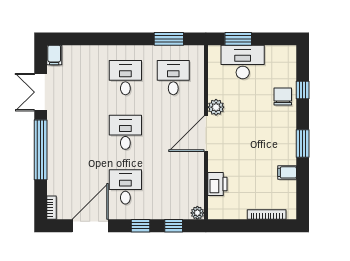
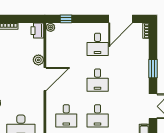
plant: (216, 107) -> (38, 60), moved
window: (41, 150) -> (153, 69), width x0.47
printer: (217, 184) -> (37, 31), moved
window: (140, 226) -> (88, 19), removed

